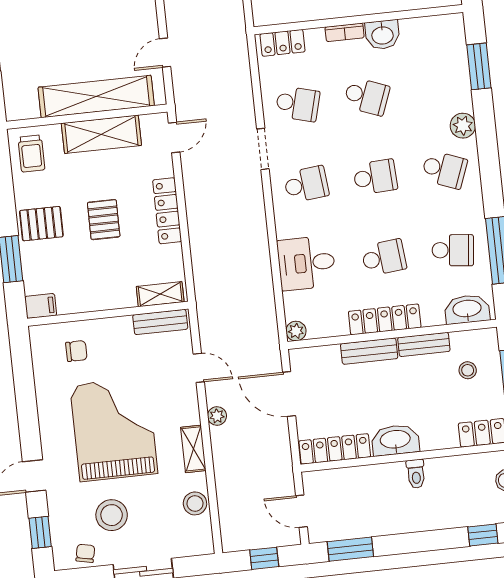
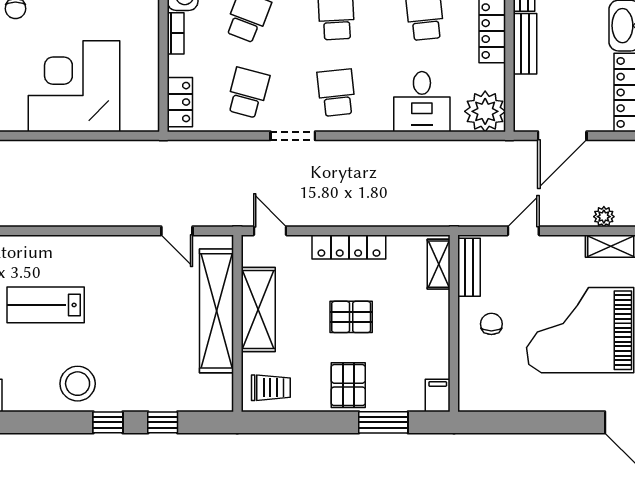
plant: (296, 331) -> (485, 111), width x1.88, depth x1.88
chair: (76, 351) -> (491, 324), moved
plant: (217, 416) -> (604, 217), moved

